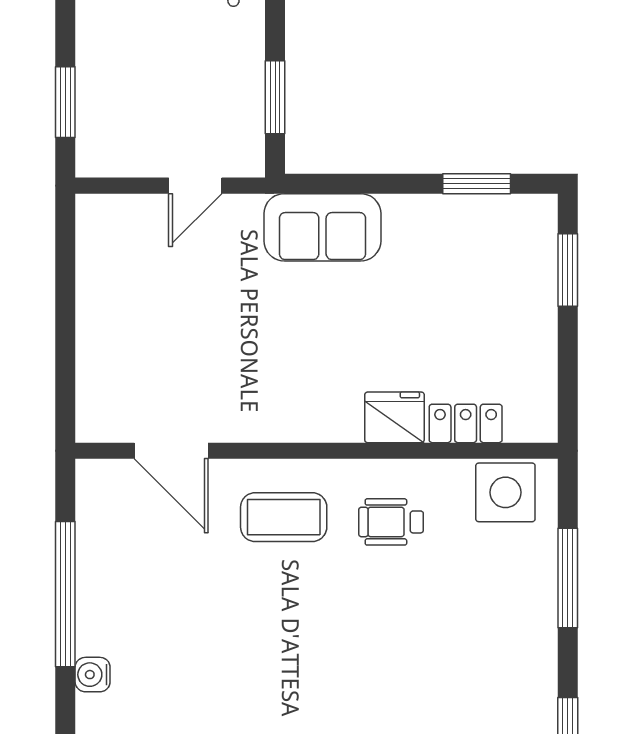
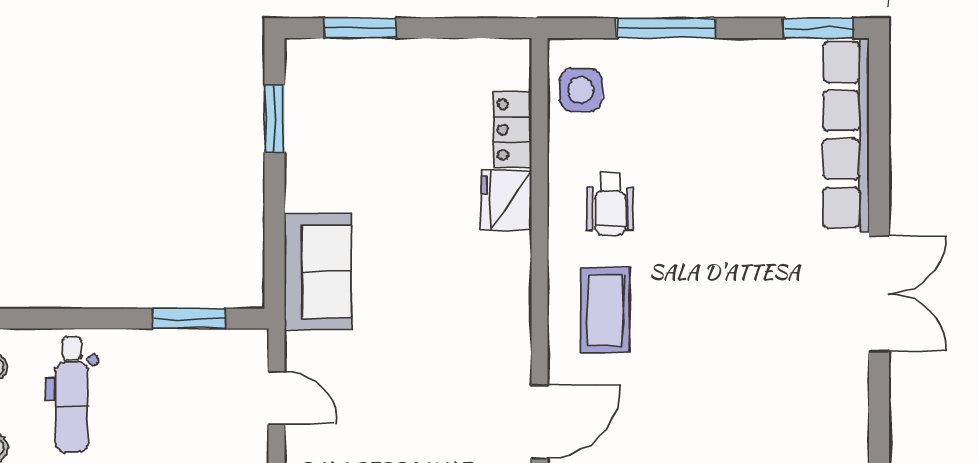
side table: (505, 492) -> (581, 90), width x0.73, depth x0.73

